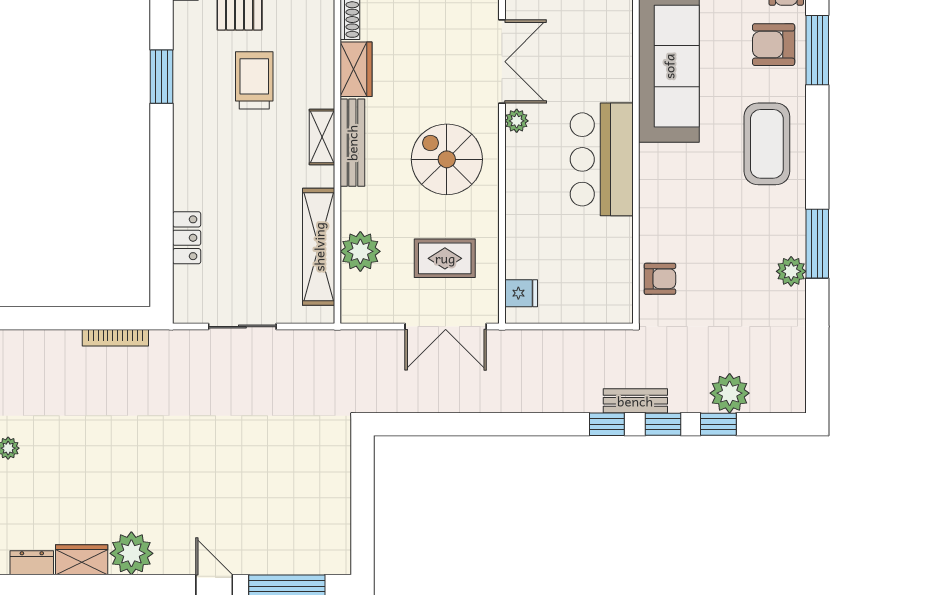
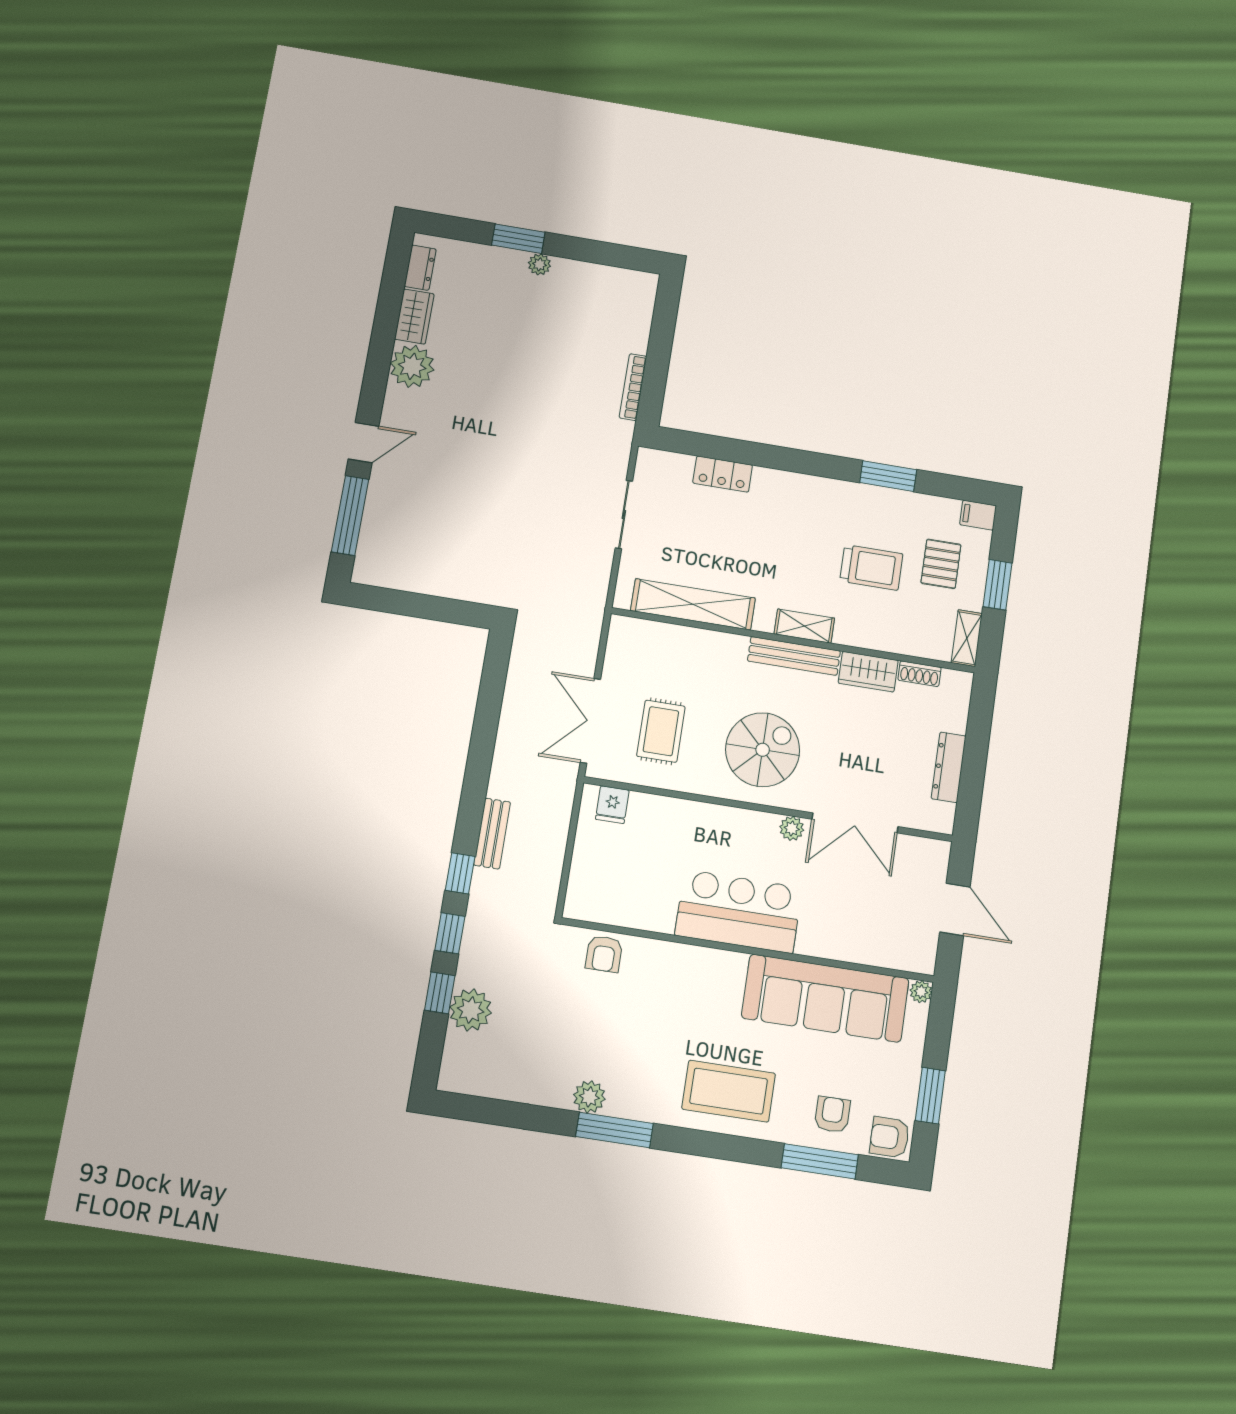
armchair: (774, 45) -> (832, 1114), width x0.72, depth x0.72
plant: (360, 251) -> (682, 646), removed
bench: (635, 401) -> (492, 834), moved

